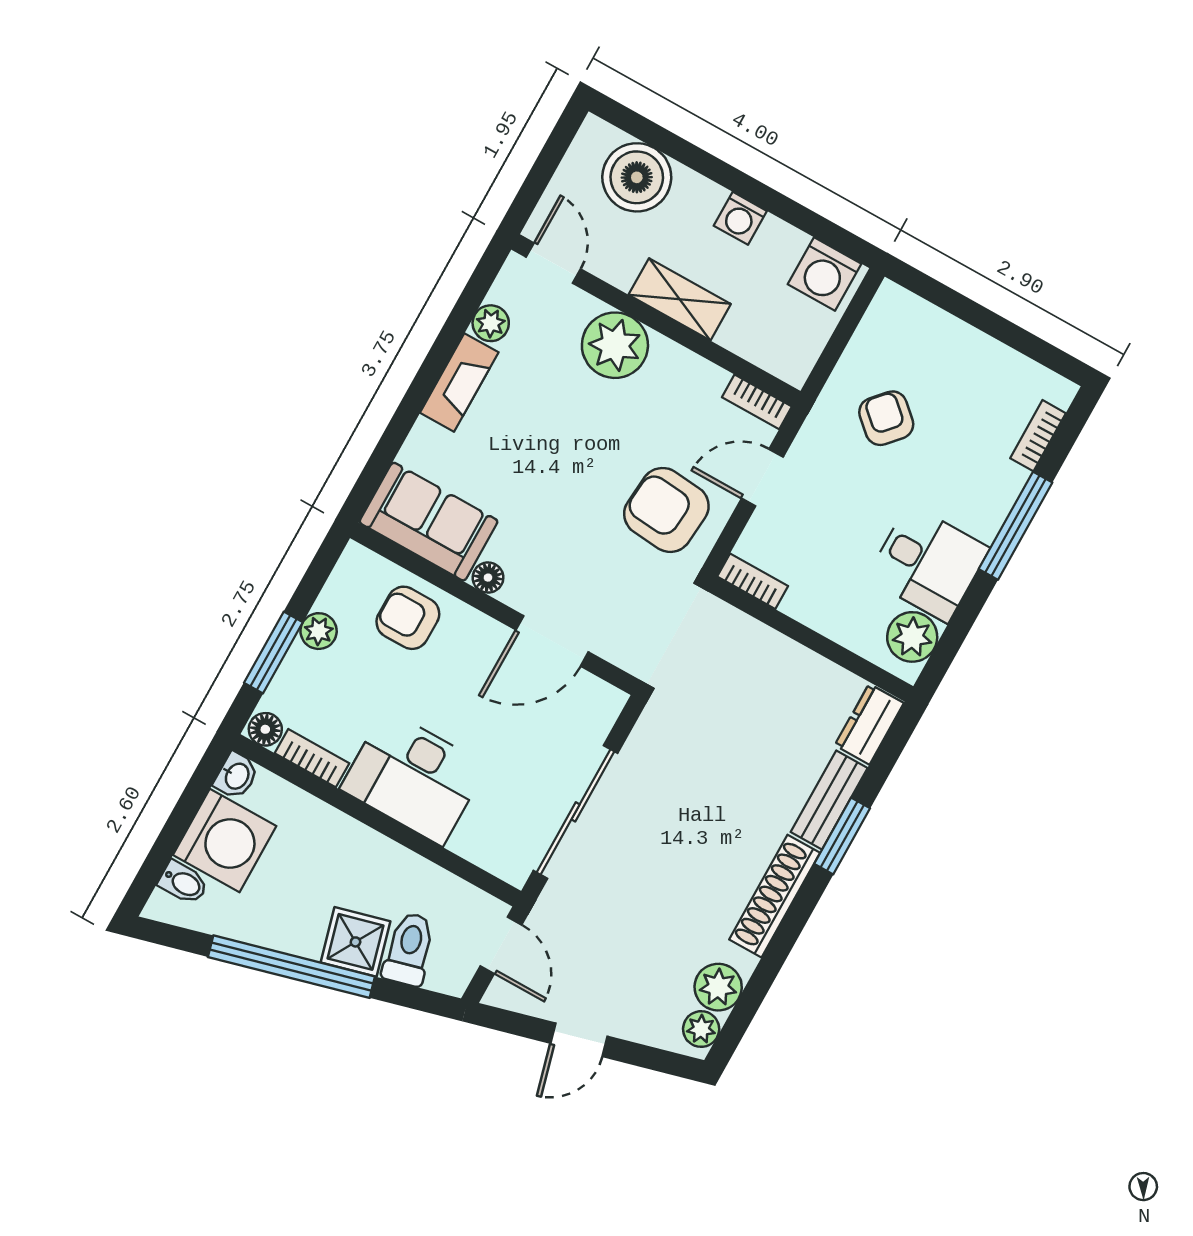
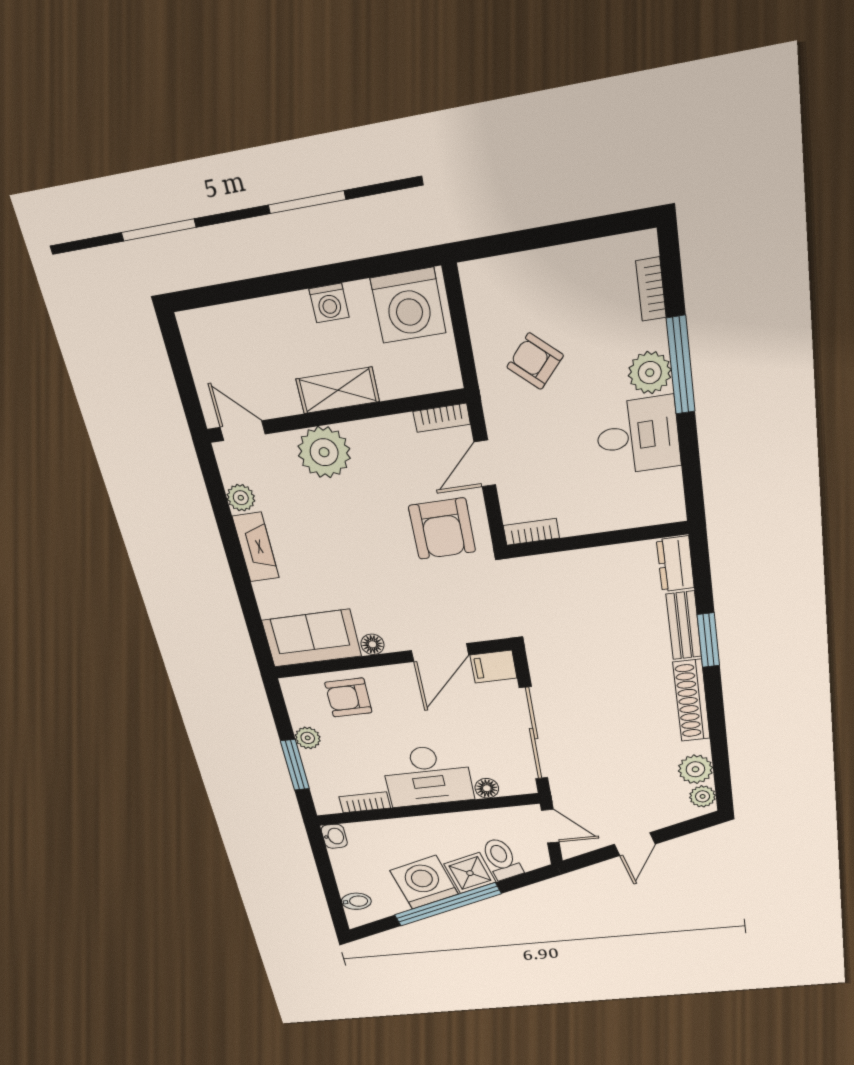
boiler: (637, 177) -> (242, 331), removed
washing machine: (824, 274) -> (408, 306), width x1.37, depth x1.37
armchair: (666, 510) -> (442, 529), turned -95
plant: (912, 637) -> (650, 373), moved
filing cabinet: (596, 700) -> (493, 667), added
floor lamp: (265, 729) -> (487, 788), moved
washing machine: (225, 841) -> (424, 882), moved, turned -105

